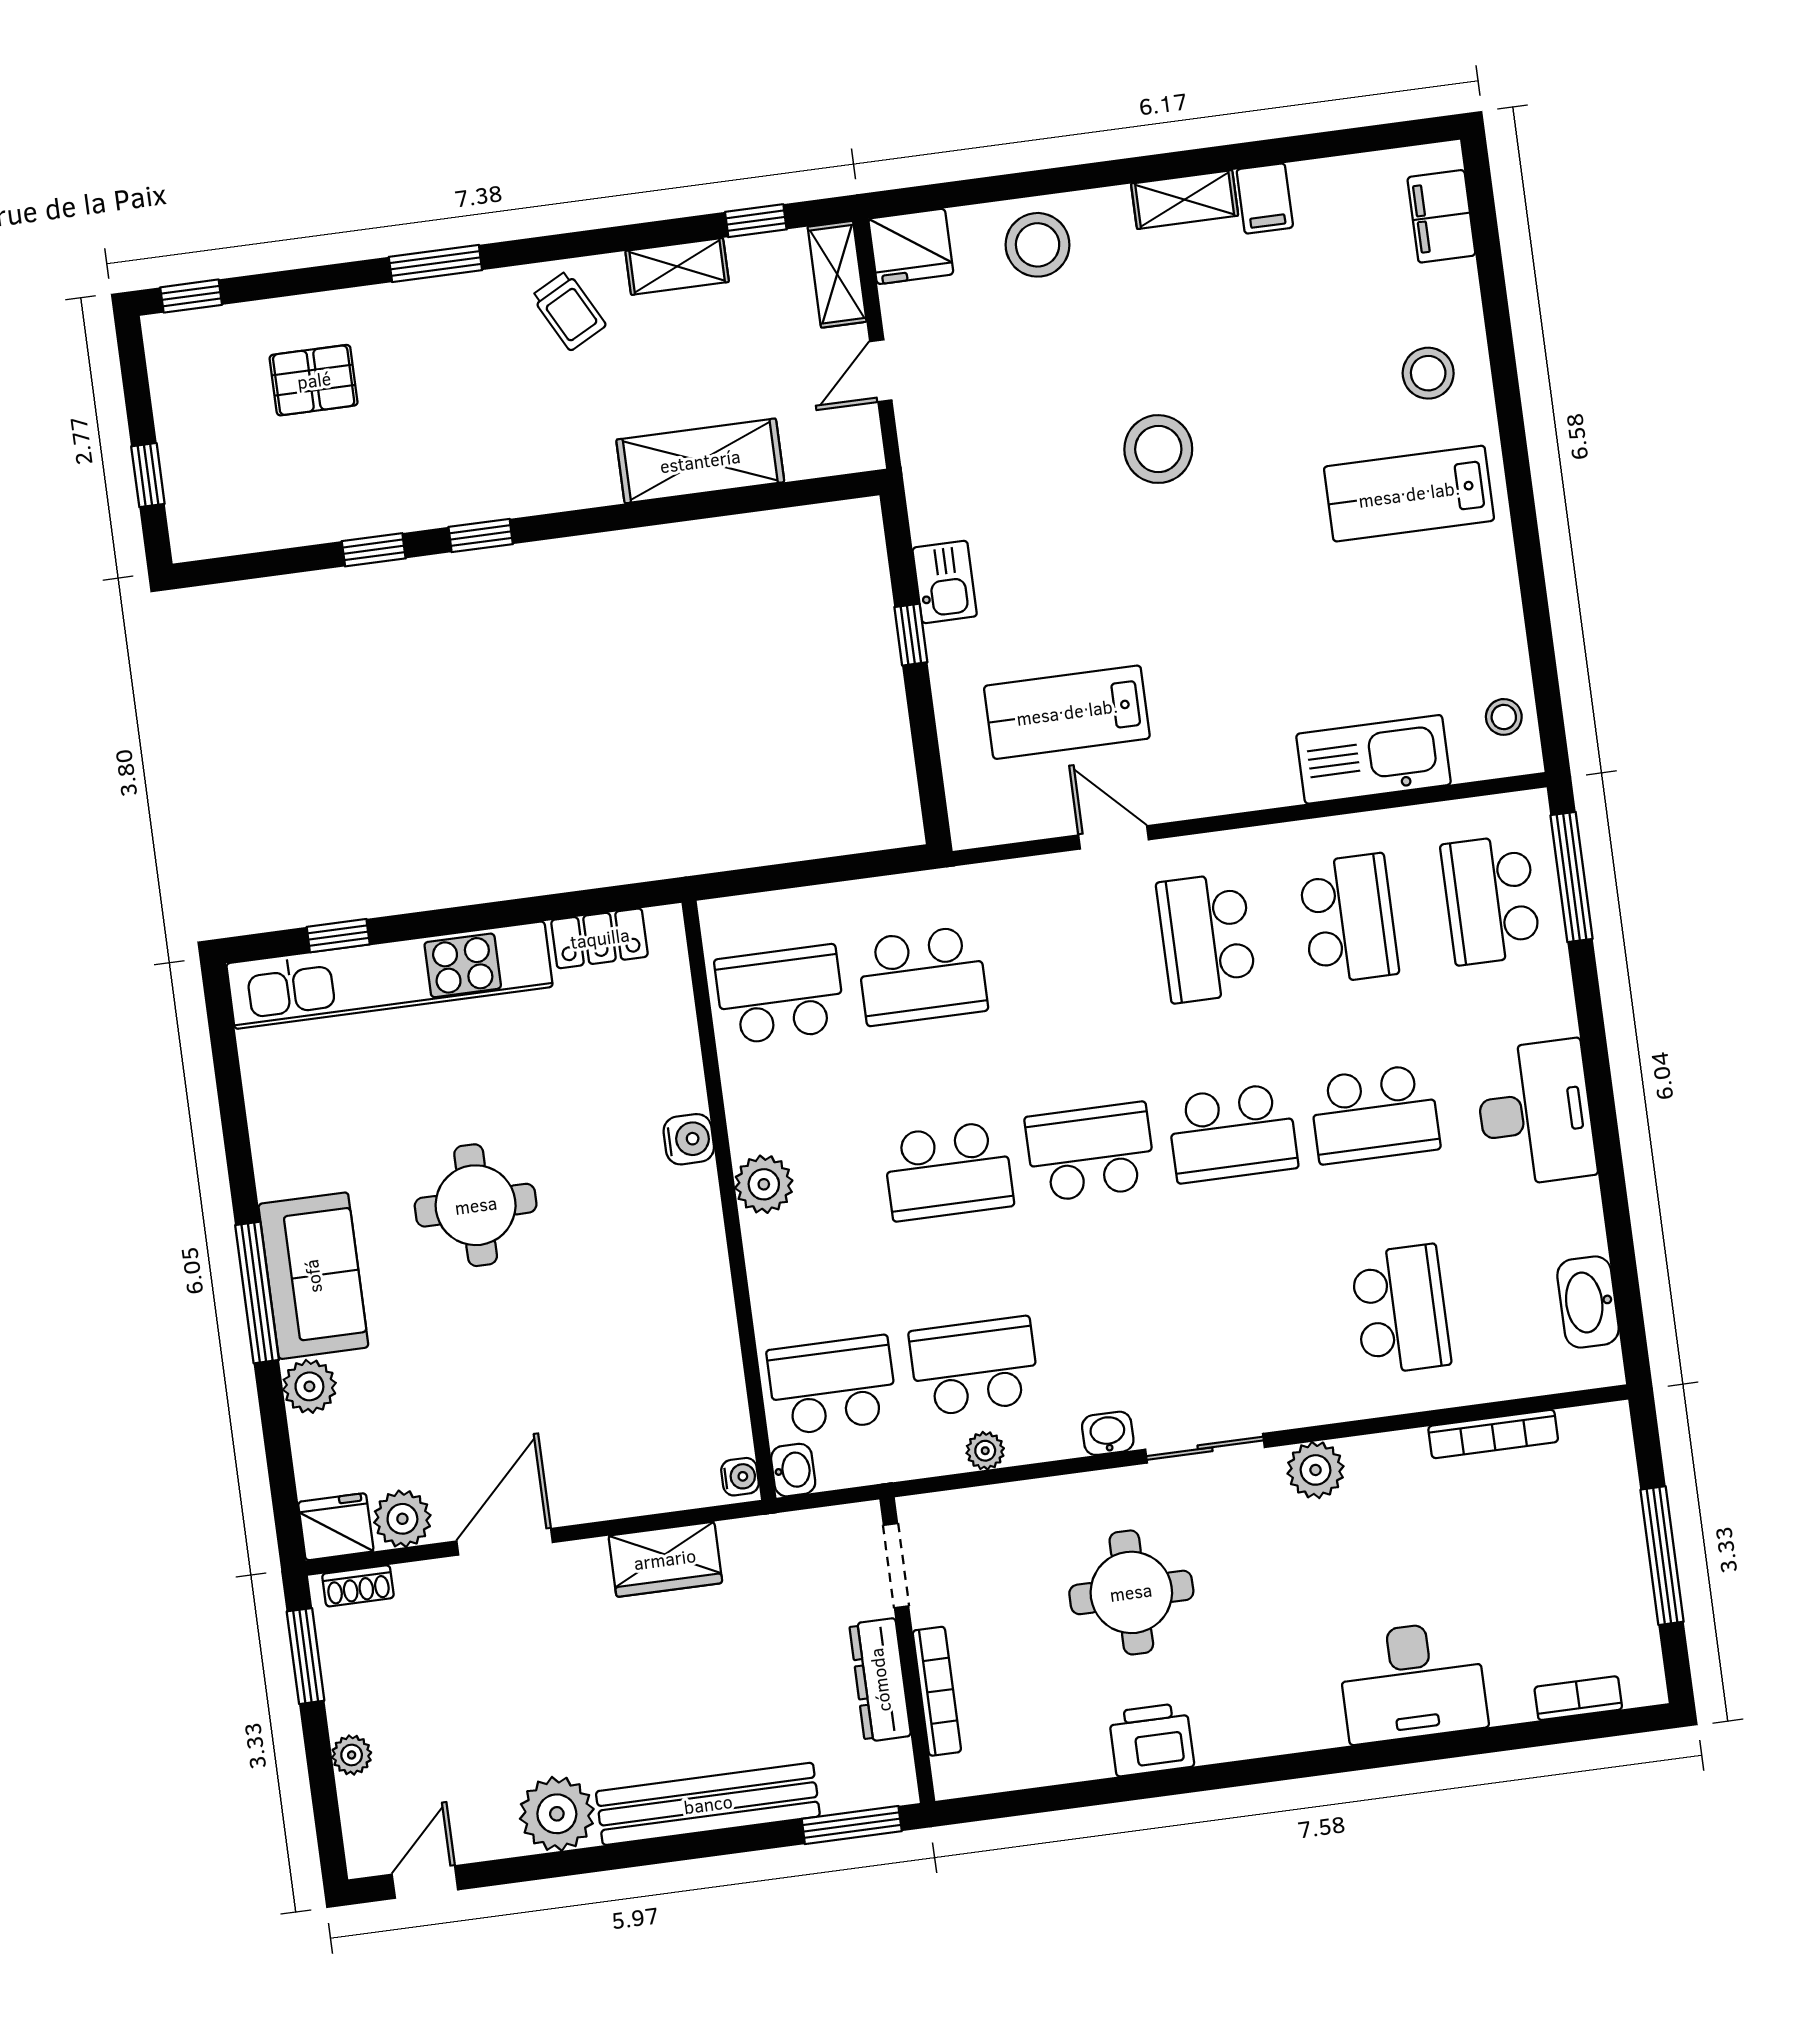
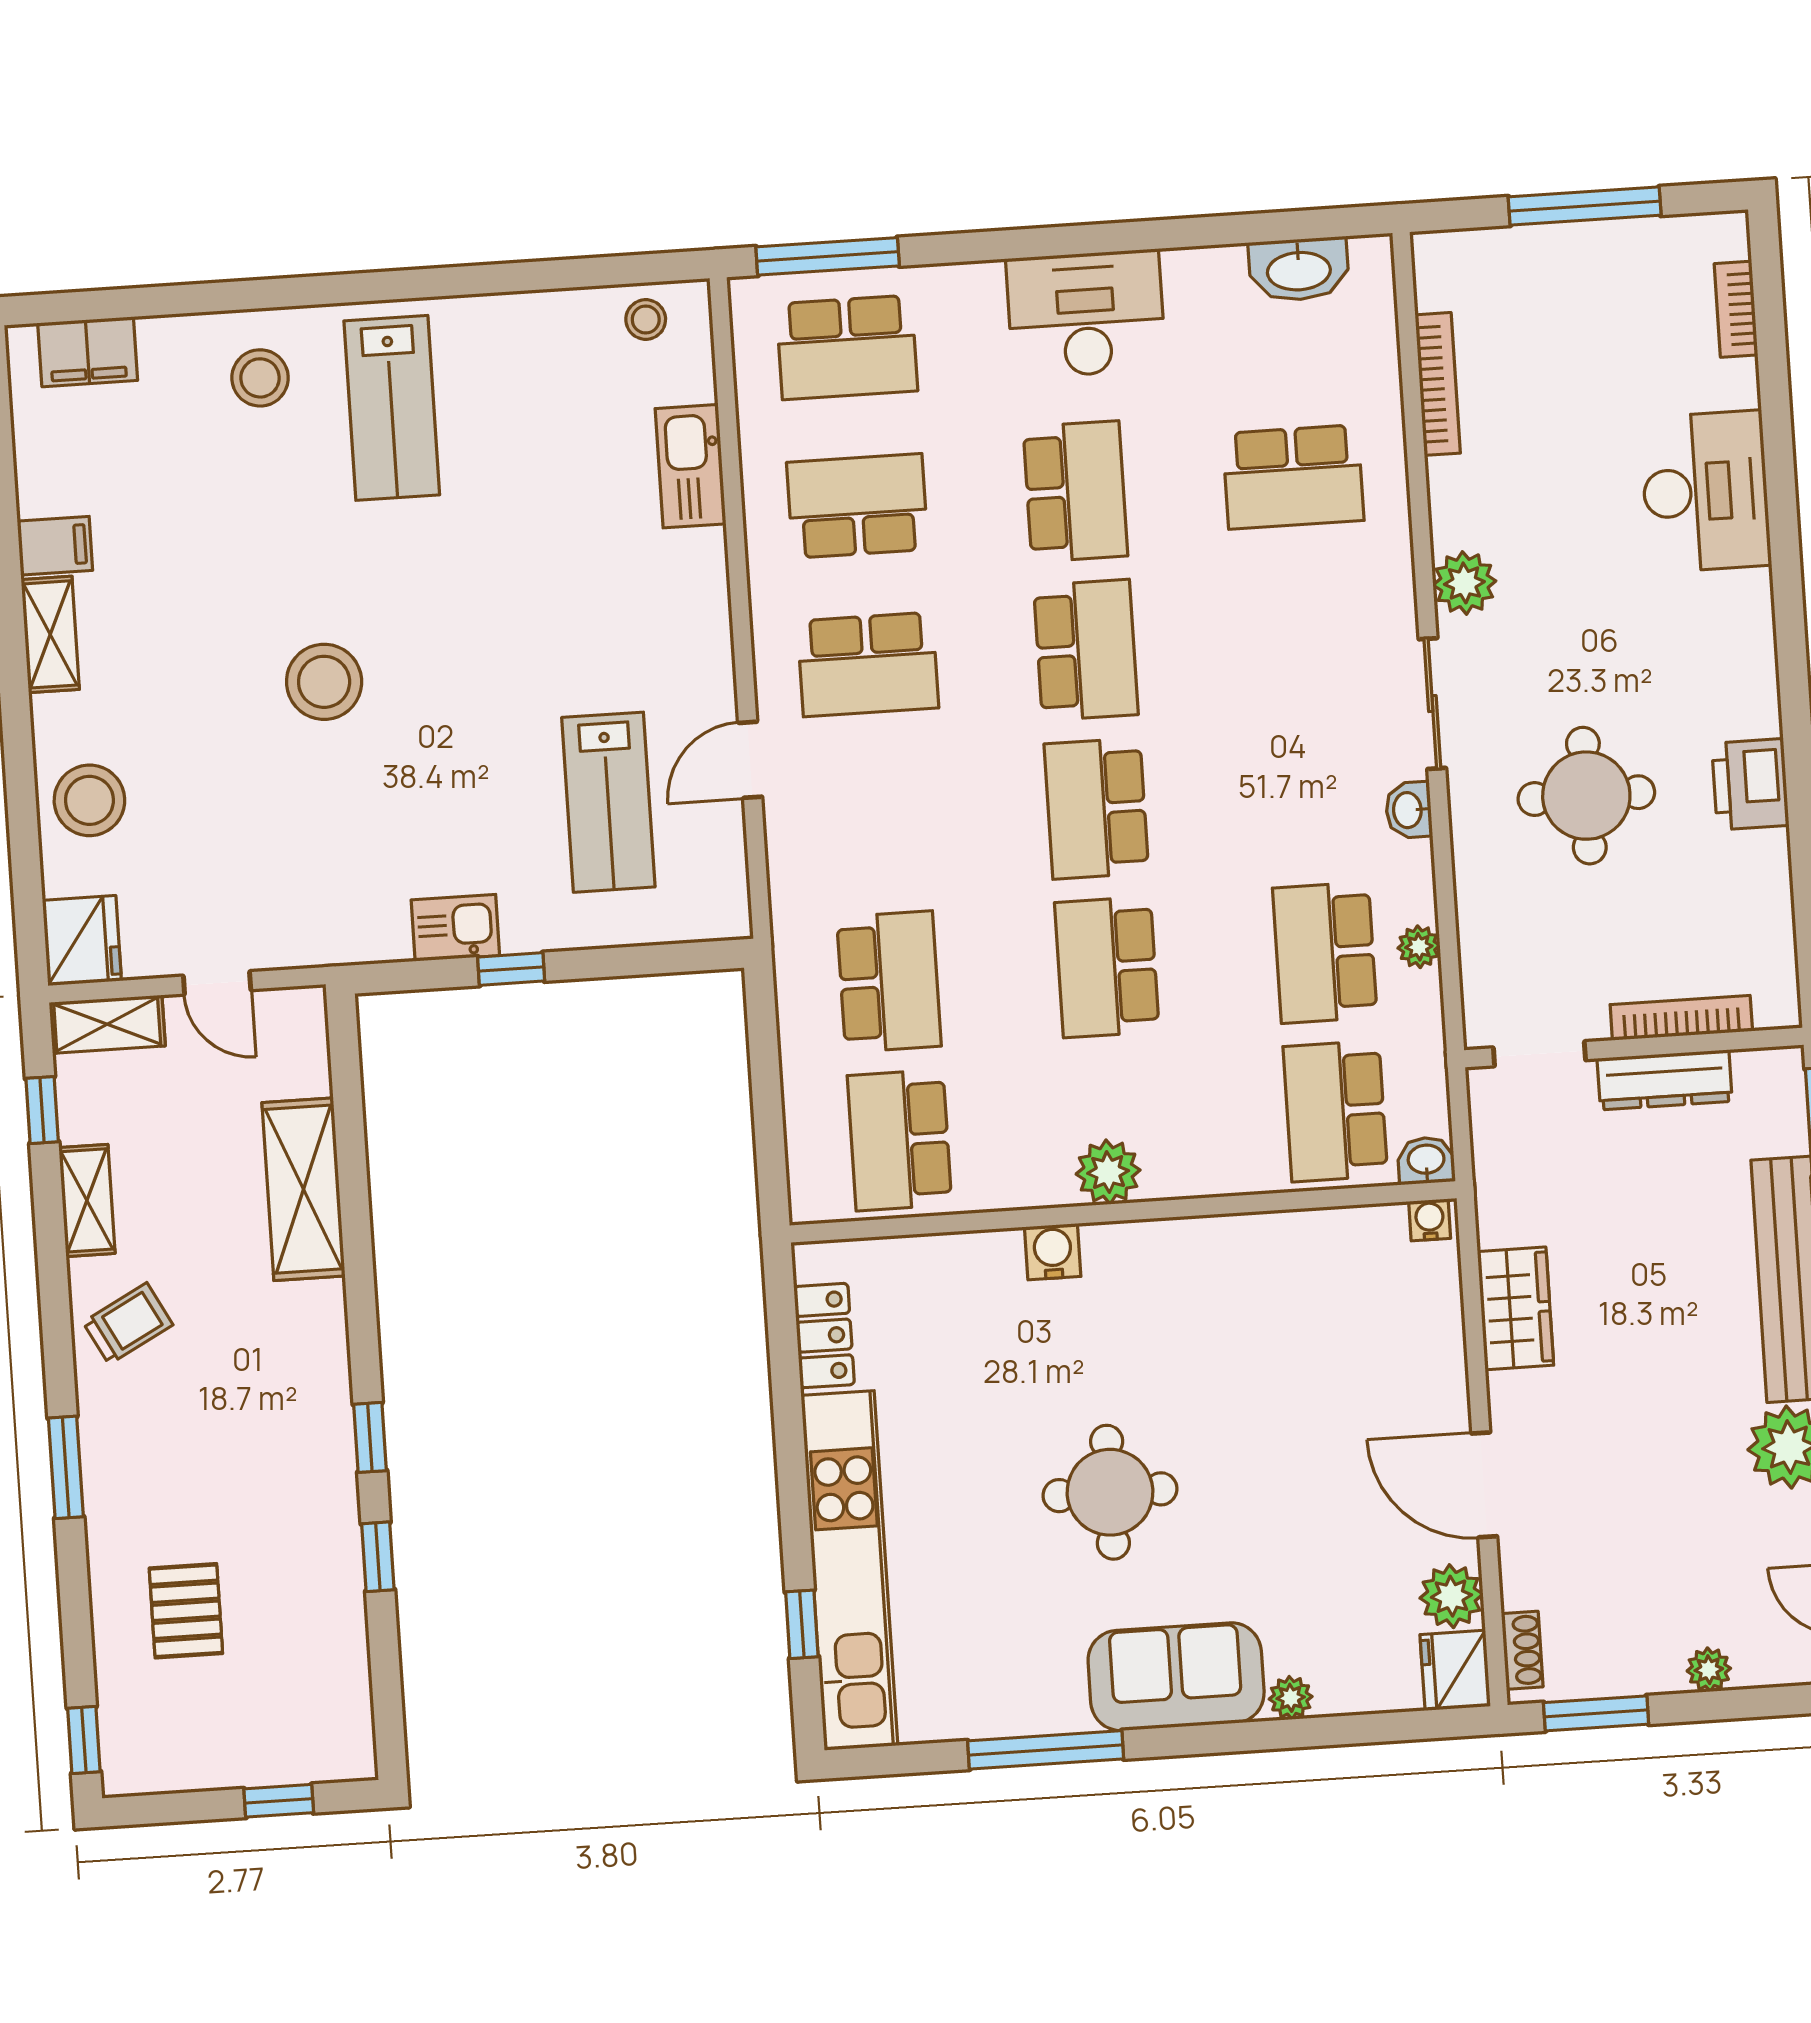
kitchen sink: (1373, 759) -> (691, 466), width x0.73, depth x0.81
school desk: (948, 1171) -> (1107, 967), turned 180
window: (257, 1292) -> (1046, 1750), moved
school desk: (1401, 1309) -> (1293, 477), turned 180
plant: (309, 1386) -> (1291, 1698), width x0.73, depth x0.73

